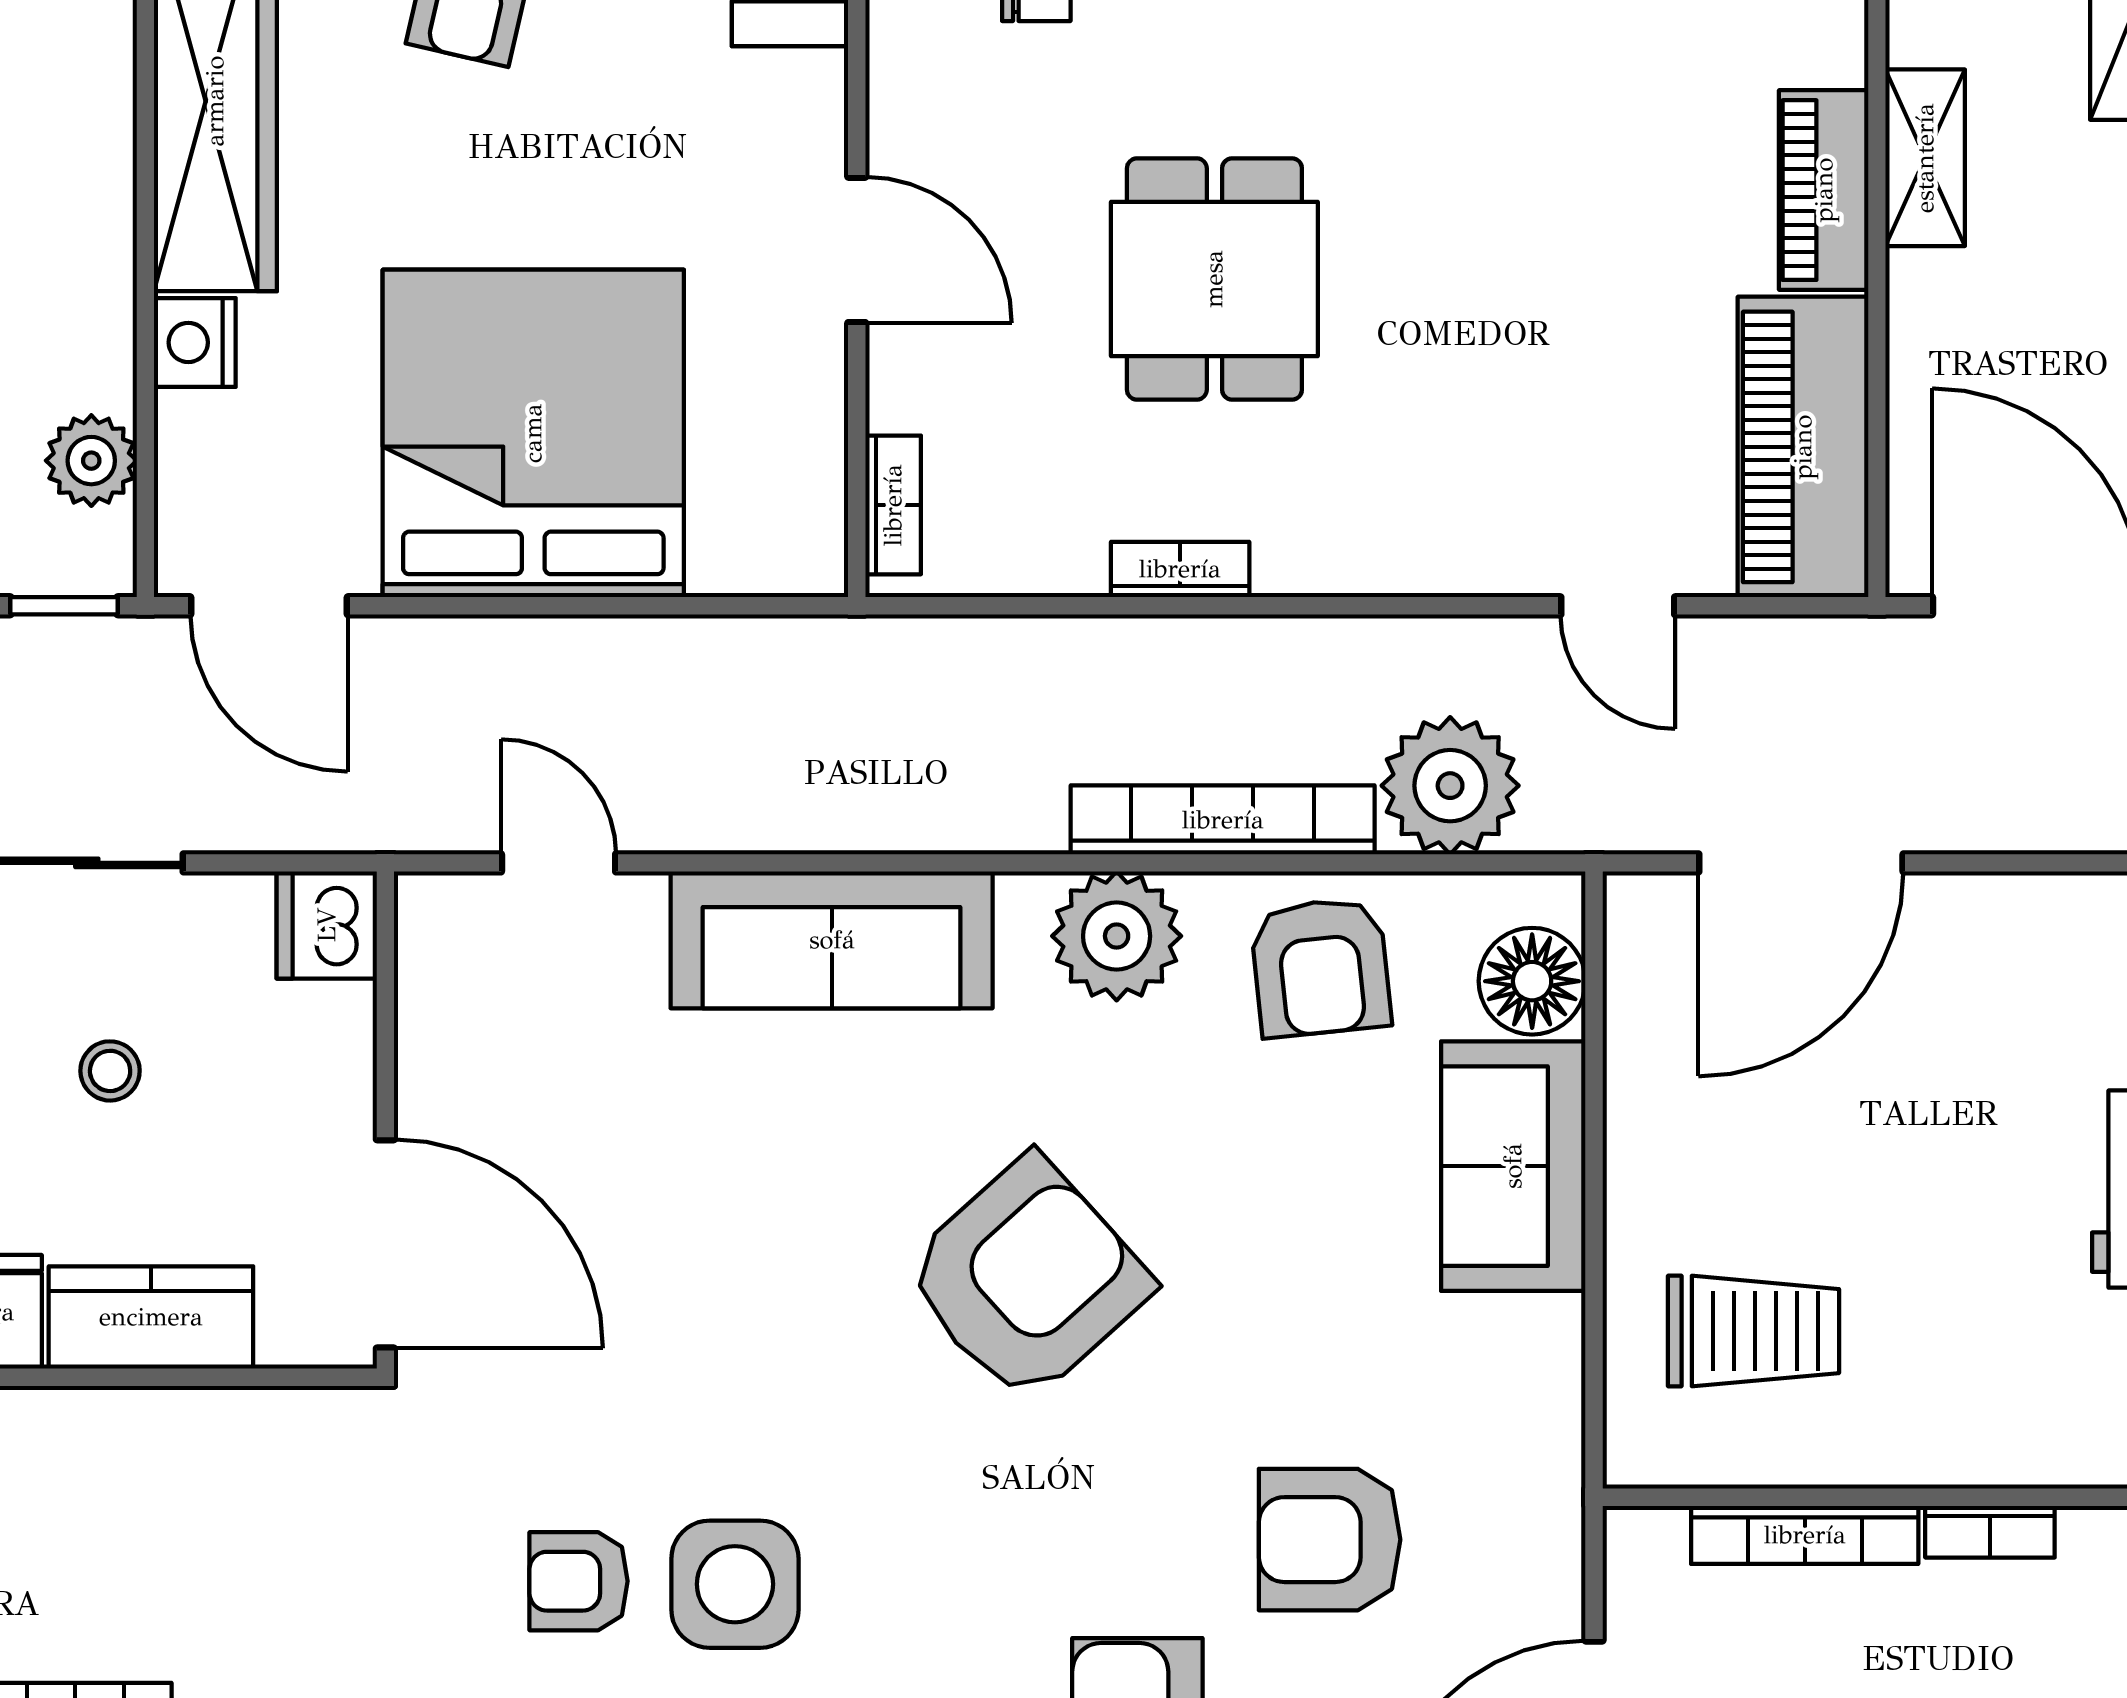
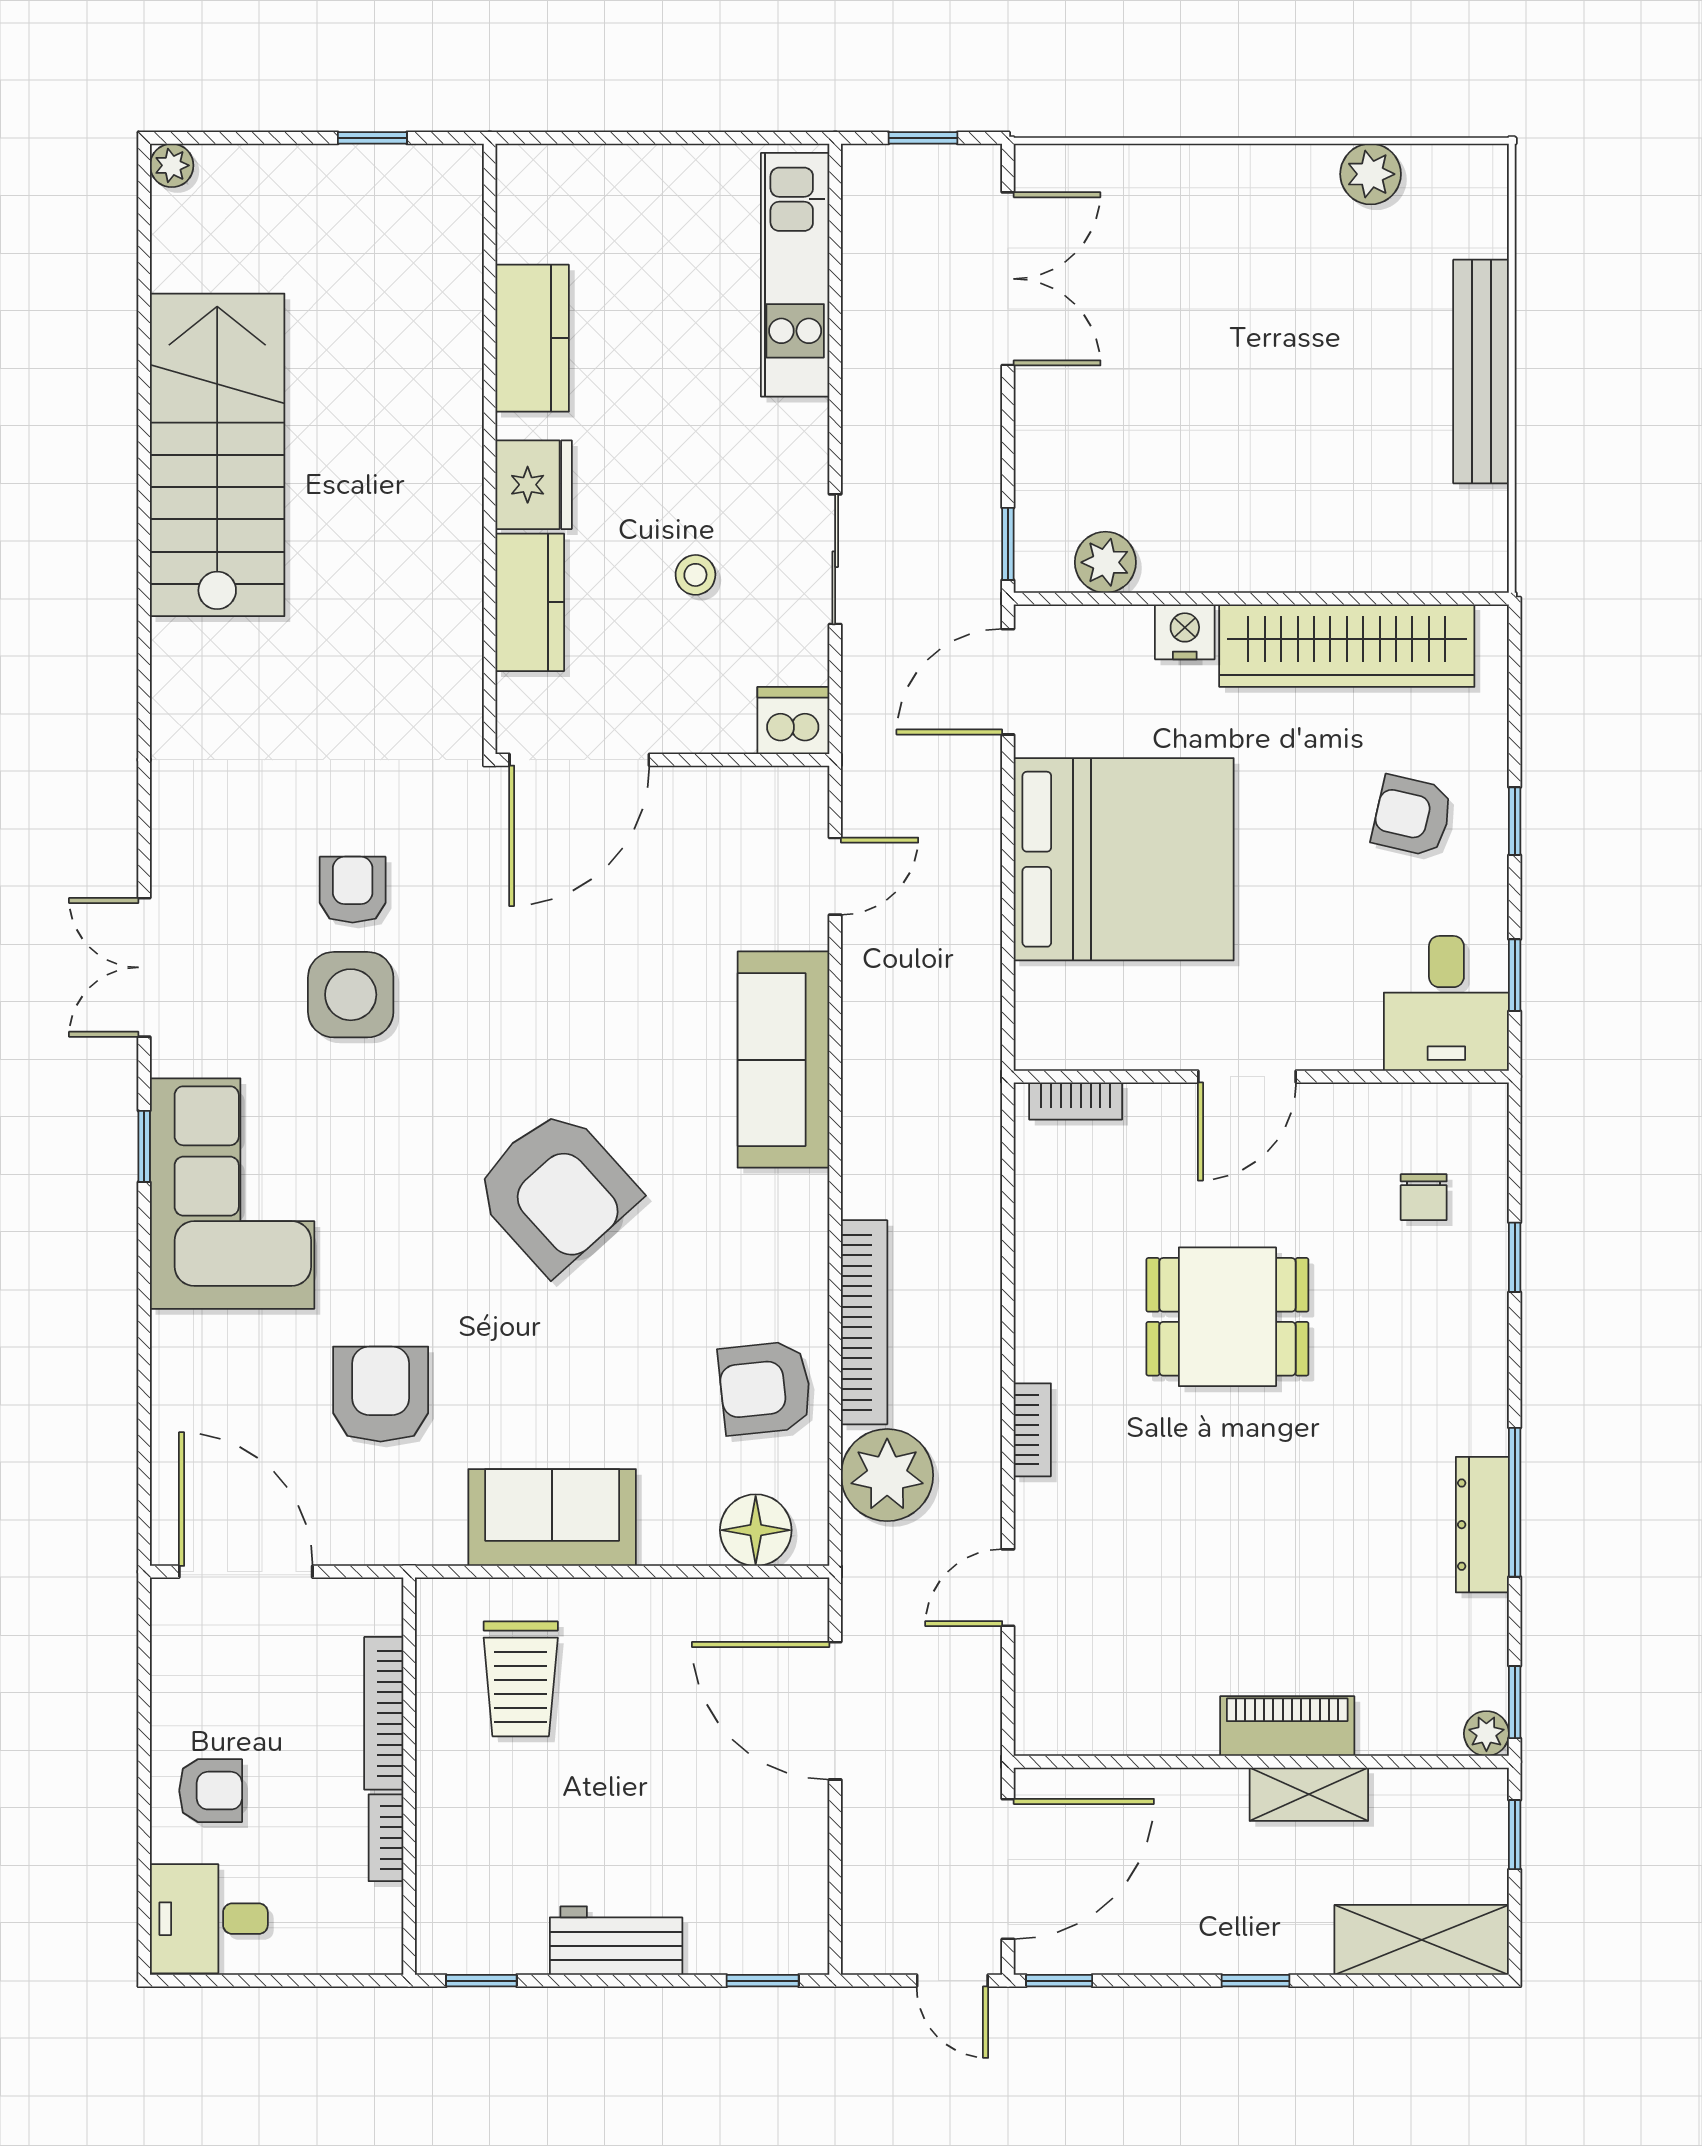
piano: (1803, 447) -> (1115, 1712), removed
bookcase: (1180, 569) -> (1032, 1430), moved
plant: (1117, 936) -> (786, 1251), removed
sofa: (1513, 1166) -> (552, 1518), moved

